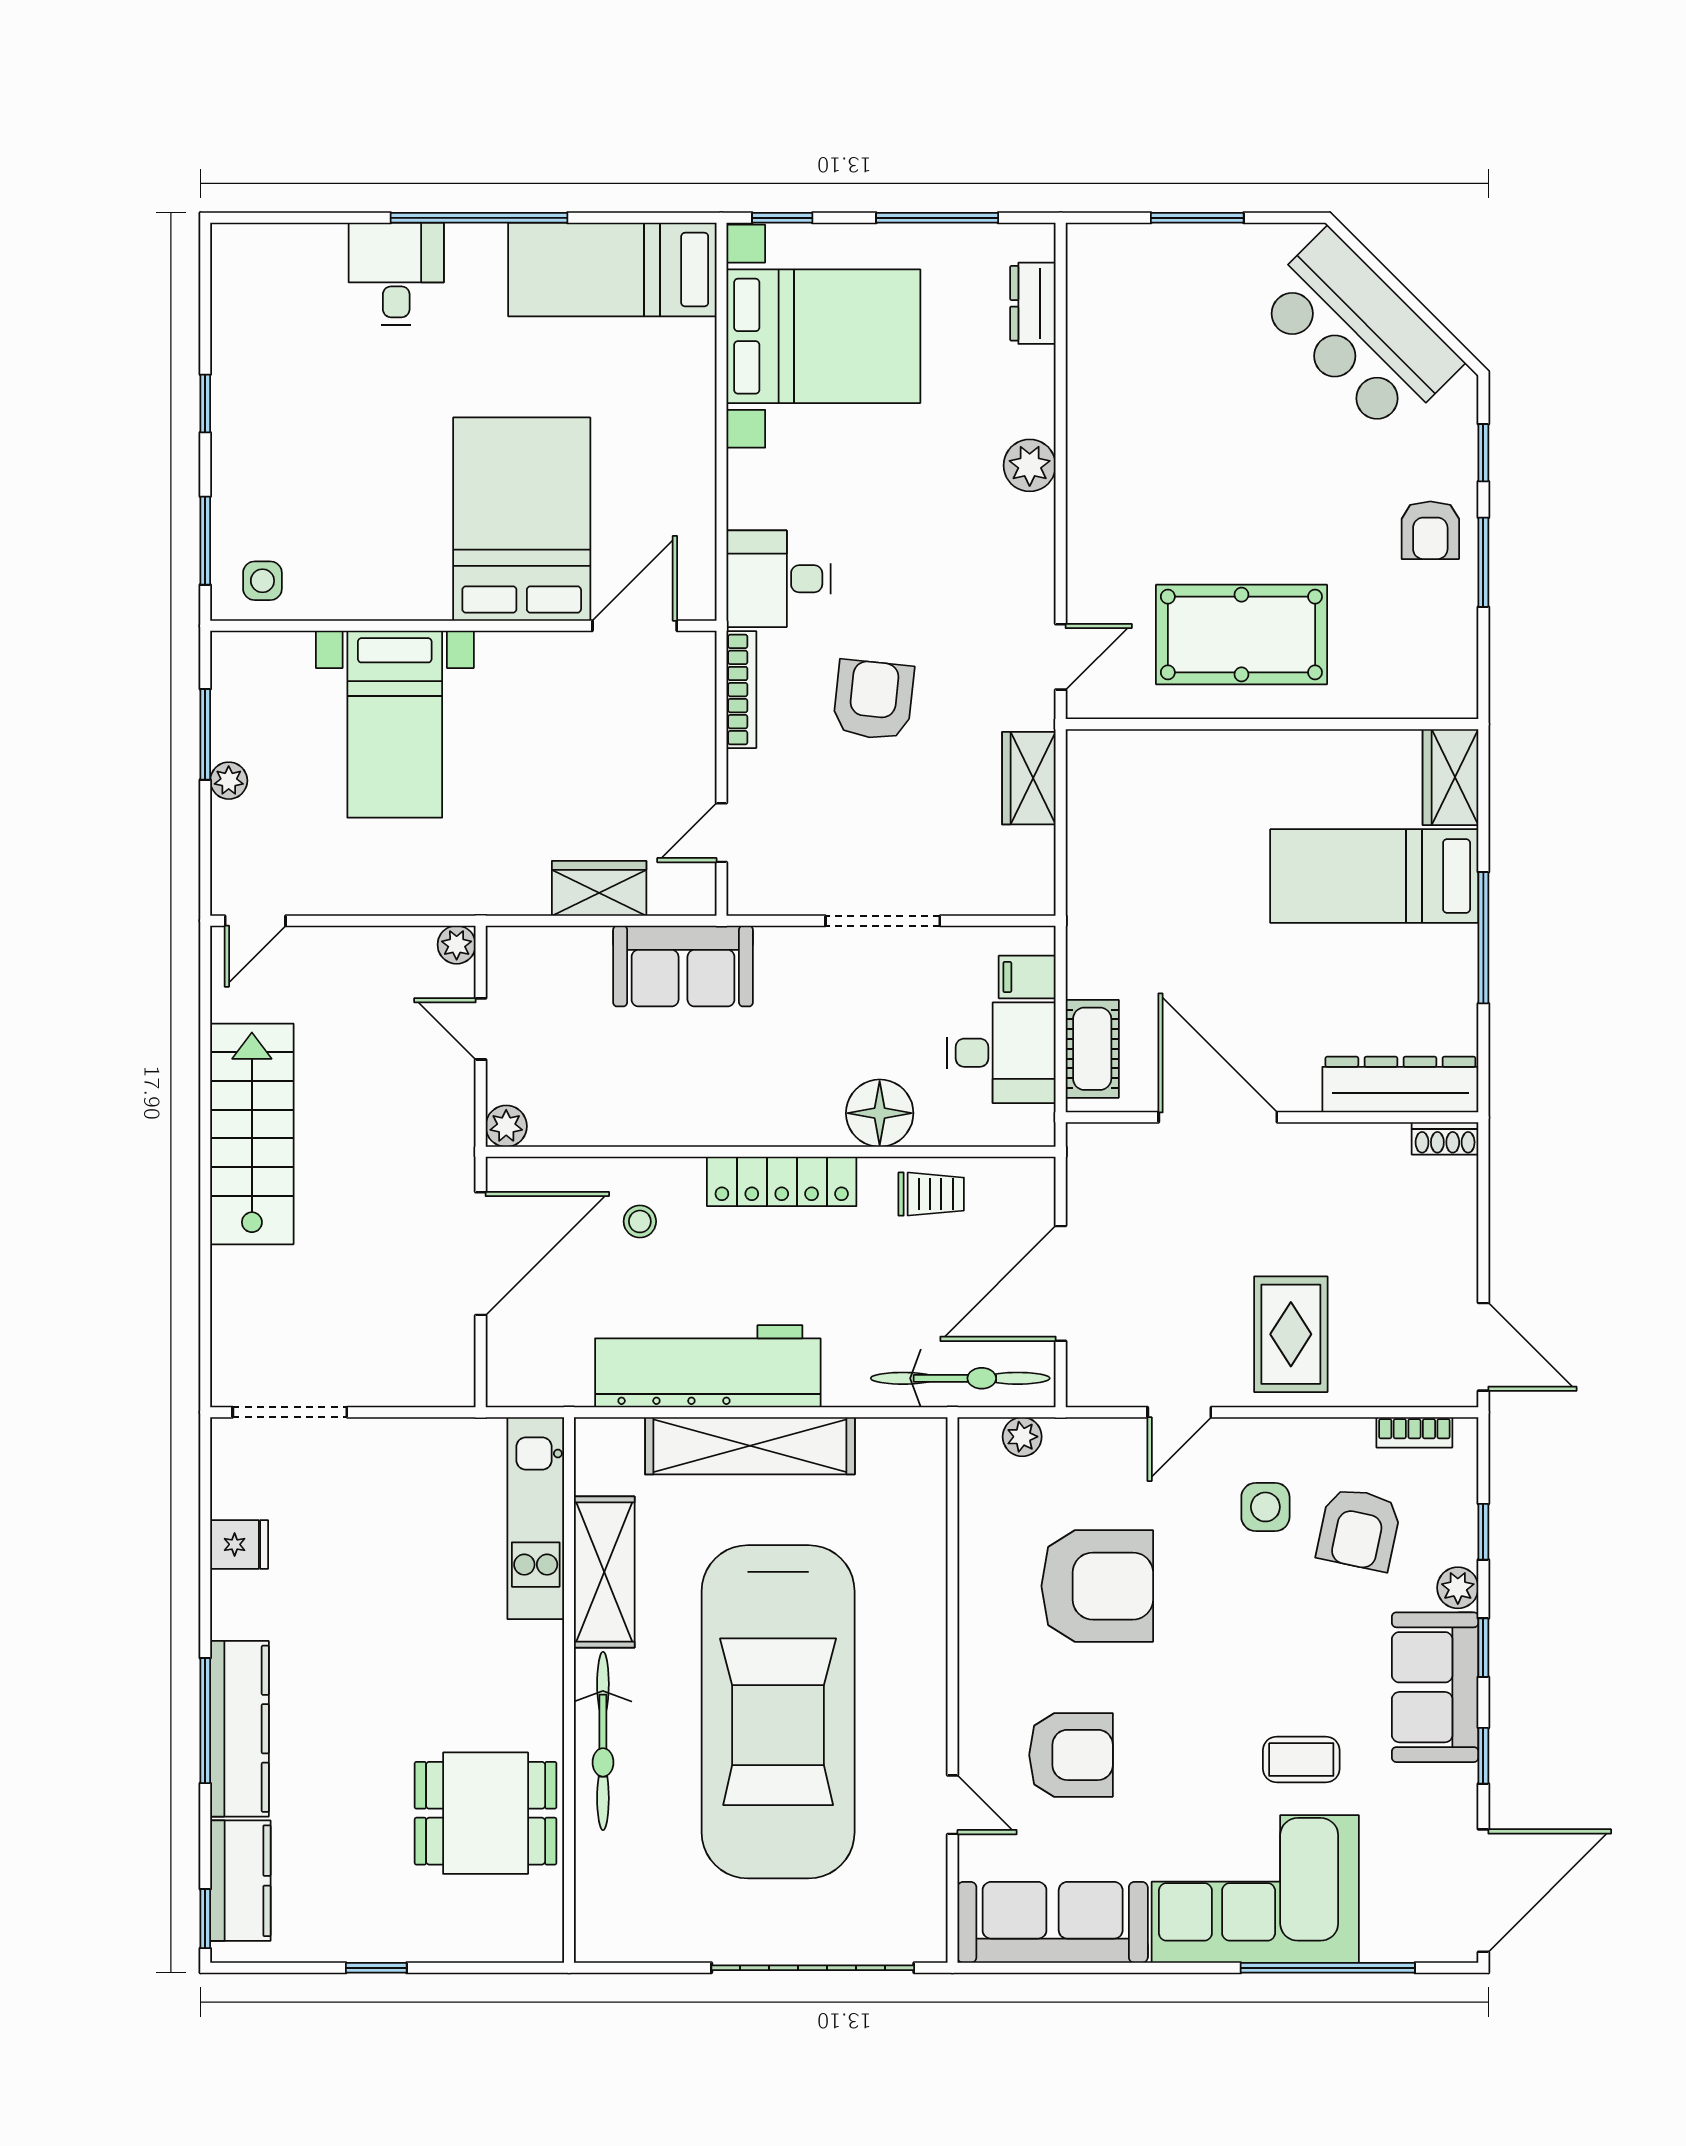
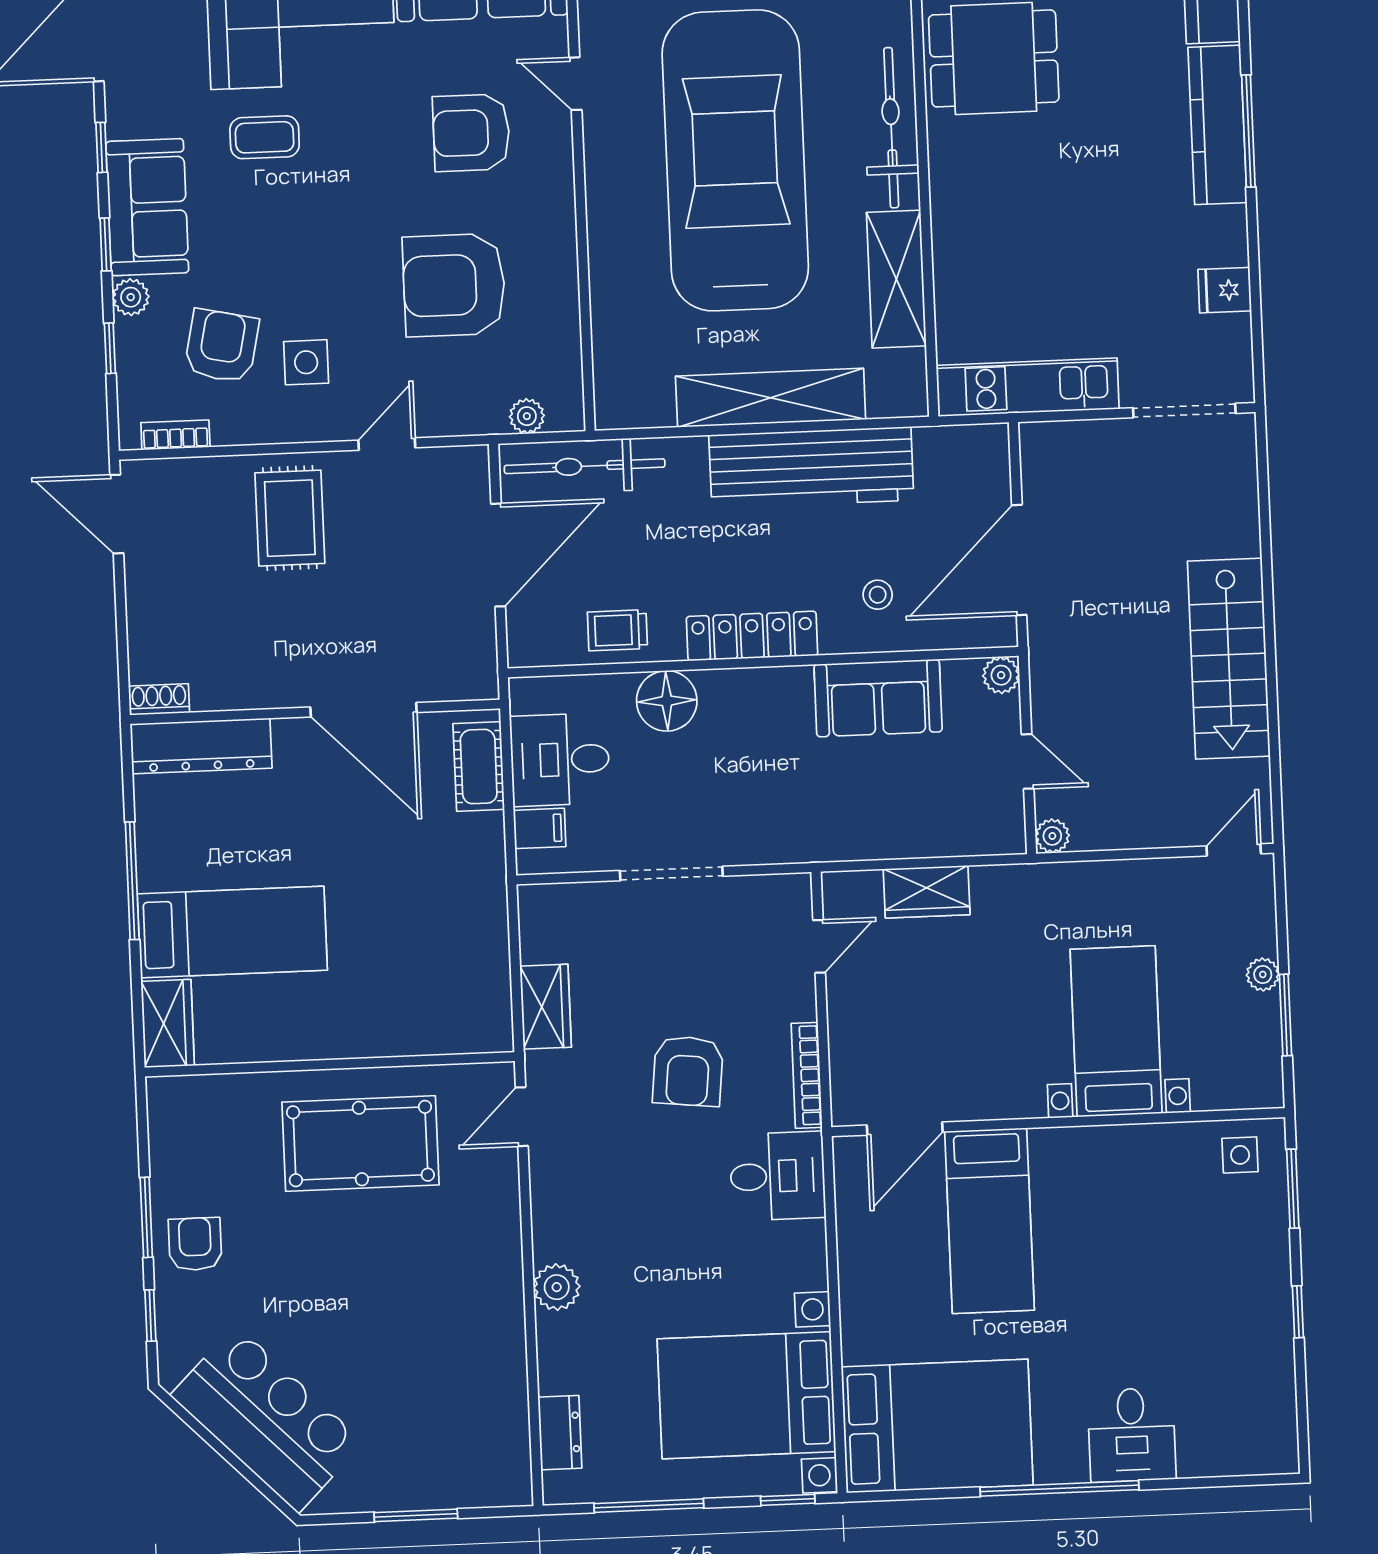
bed: (612, 270) -> (937, 1426), width x1.50
bed: (522, 519) -> (990, 1221), width x0.67
sofa: (683, 966) -> (878, 698), moved, turned 180
kitchen unit: (536, 1518) -> (1028, 387), moved, turned -90

